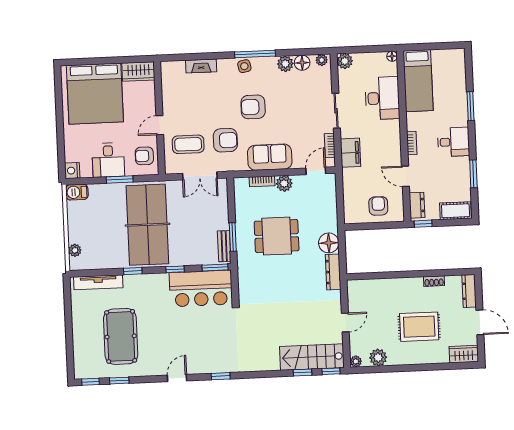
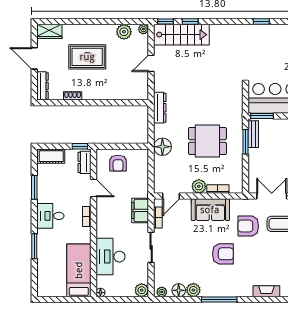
side table: (244, 66) -> (229, 290), removed
floor lamp: (329, 243) -> (162, 147), moved

